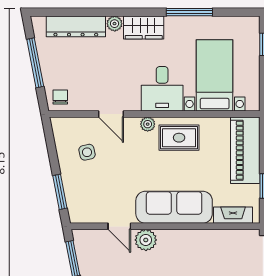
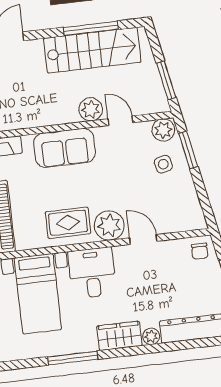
plant: (148, 124) -> (109, 226), width x1.88, depth x1.88
side table: (87, 152) -> (163, 164), moved
sofa: (174, 207) -> (65, 148), width x0.73
plant: (81, 213) -> (163, 130), added

